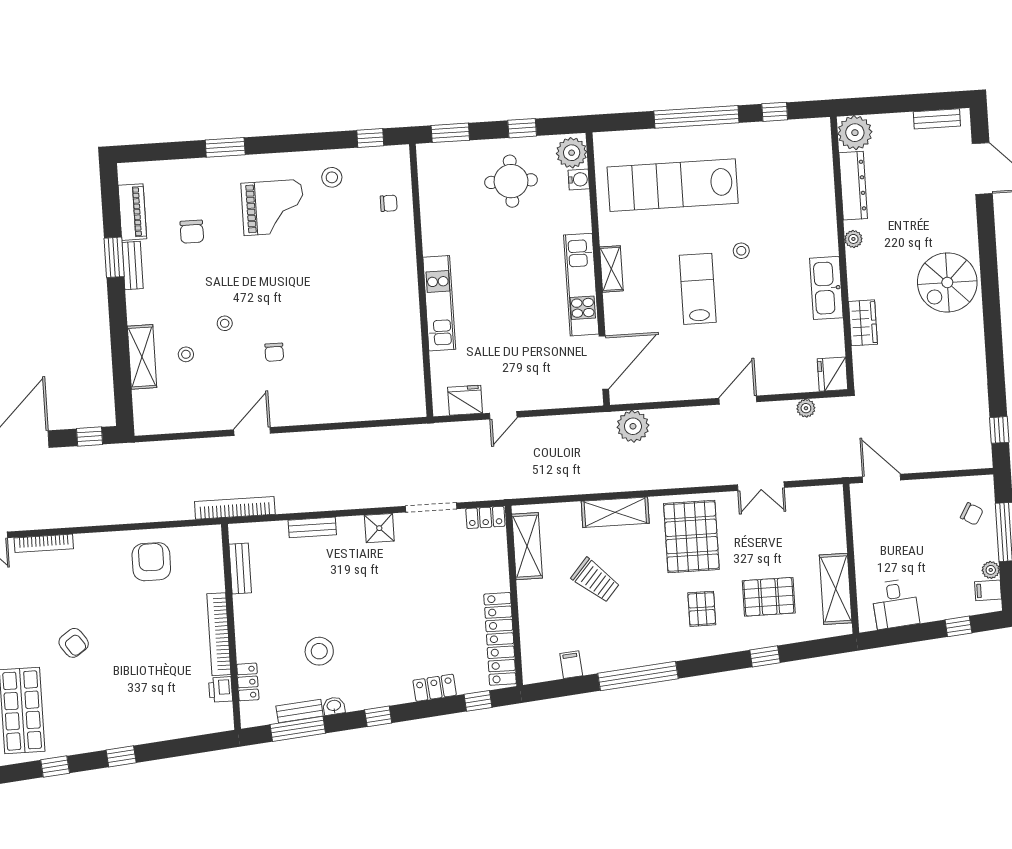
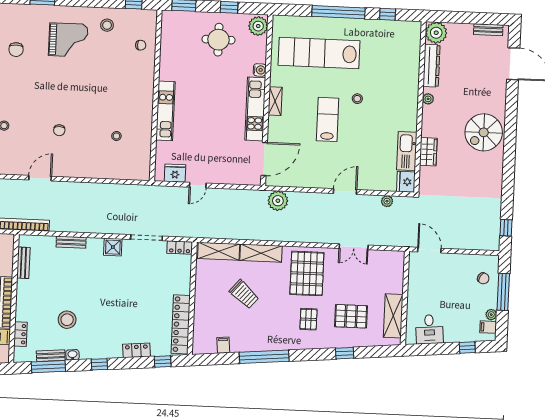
water cooler: (579, 179) -> (260, 70), moved
kitchen sink: (826, 288) -> (407, 151), moved
stool: (225, 323) -> (116, 136), moved
shelving: (527, 546) -> (219, 251), moved, turned 90

